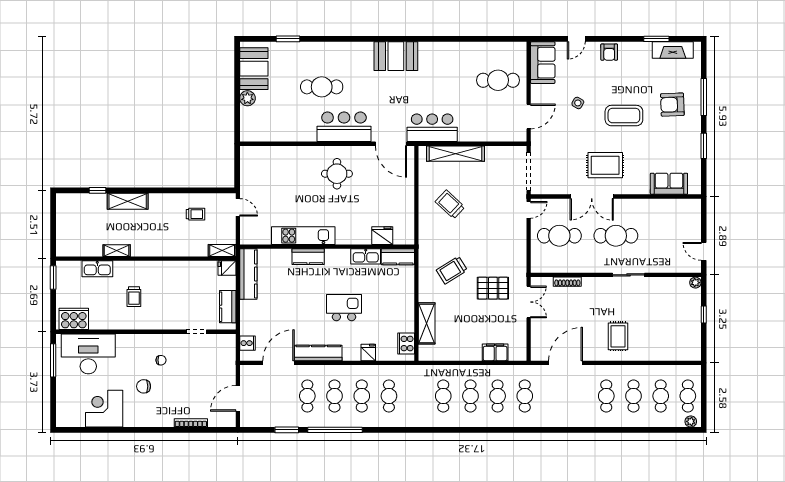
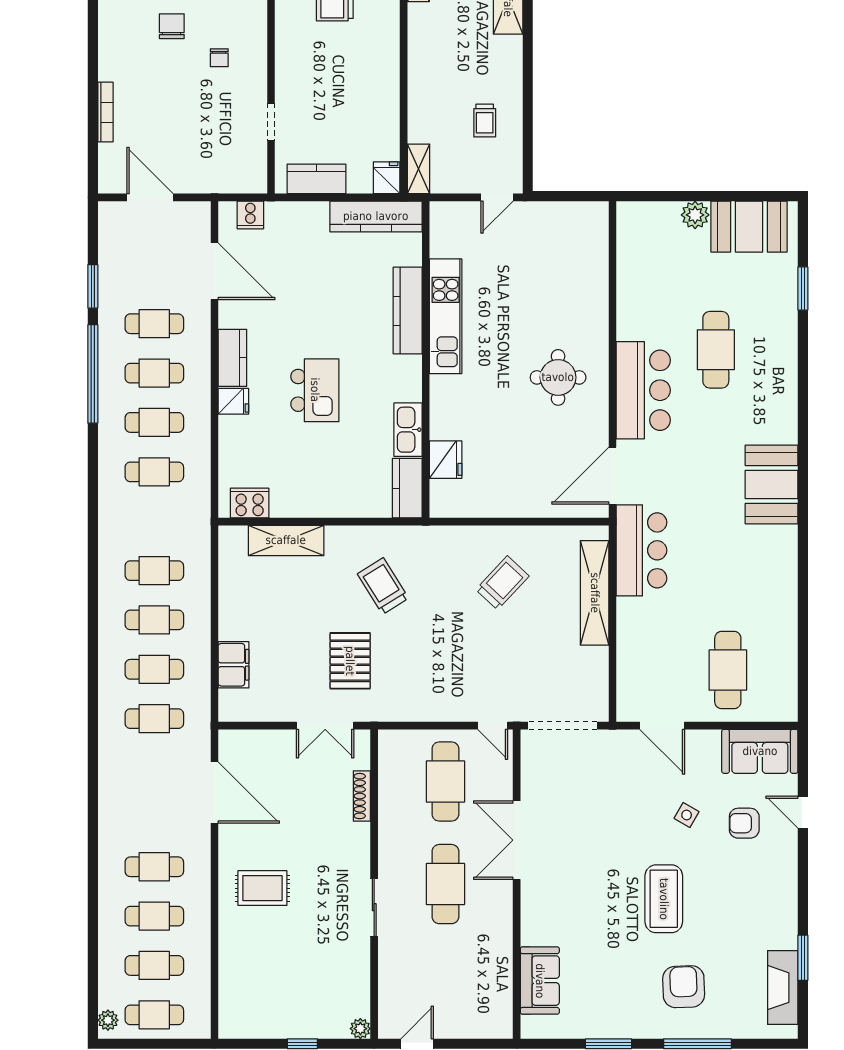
armchair: (609, 52) -> (744, 823), moved
rug: (605, 165) -> (574, 865), removed
kitchen counter: (308, 257) -> (408, 311), width x1.50
fridge: (368, 352) -> (233, 401), moved
kitchen counter: (318, 353) -> (232, 358), width x0.67

